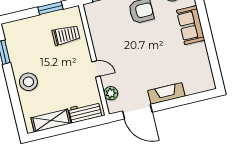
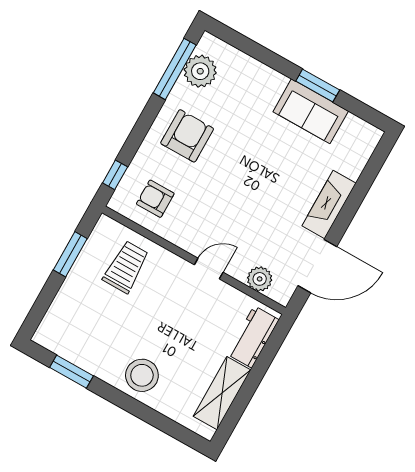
armchair: (104, 22) -> (155, 199), added
sofa: (191, 25) -> (311, 111), moved
window: (210, 45) -> (318, 86), added

